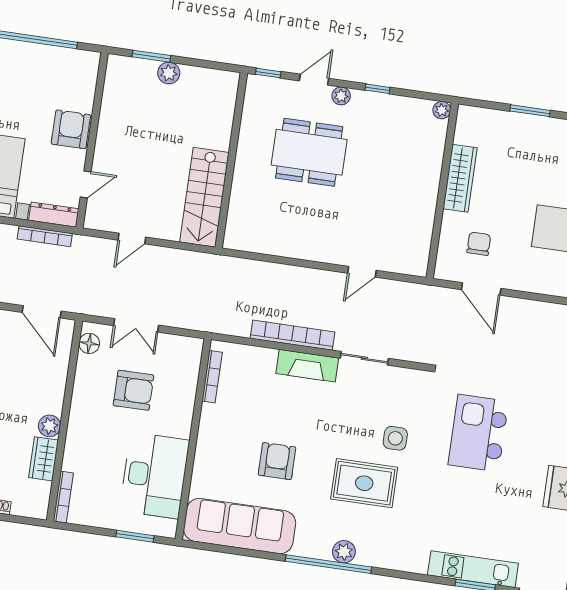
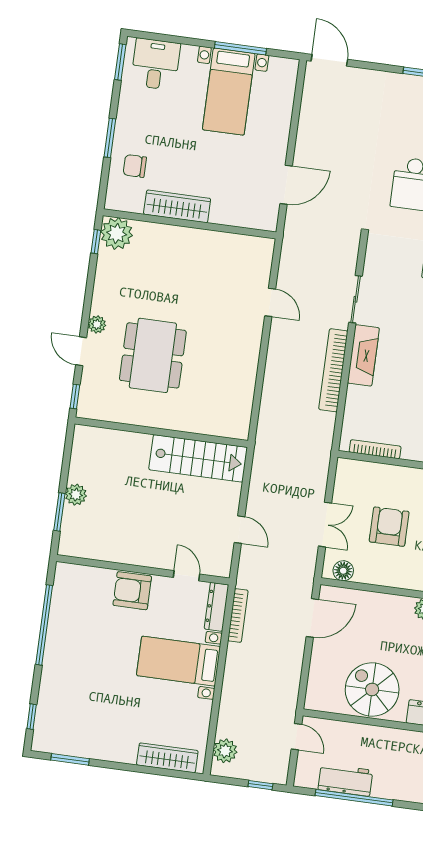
window: (378, 89) -> (96, 242), moved
plant: (442, 110) -> (117, 234), width x1.88, depth x1.88
chair: (479, 244) -> (135, 166), moved

